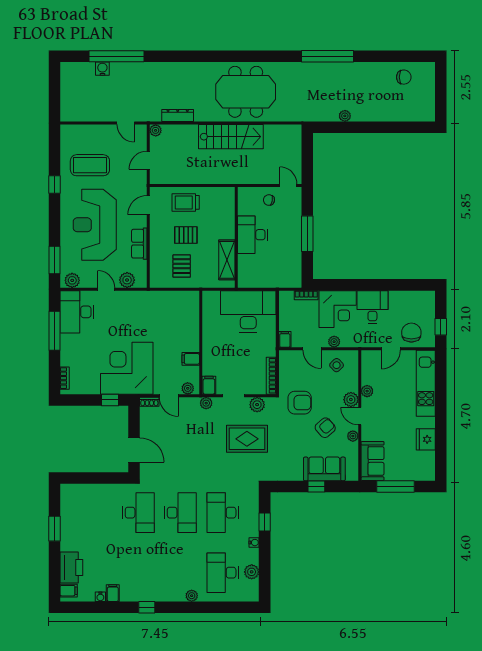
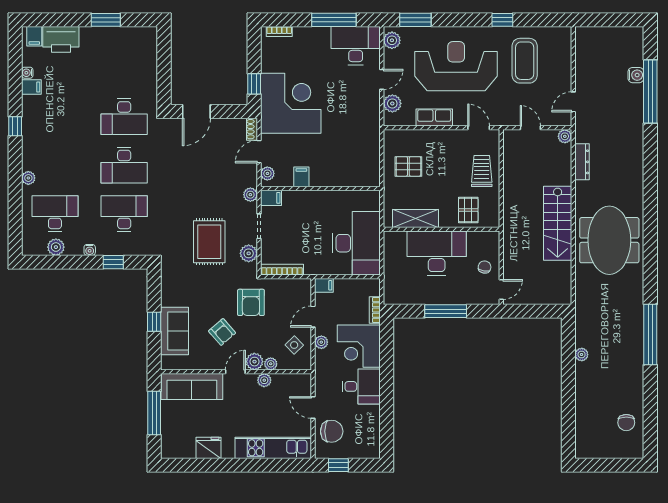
pallet: (186, 235) -> (468, 210), moved
desk: (252, 235) -> (437, 253), width x1.36, depth x1.30
plant: (353, 436) -> (271, 364), moved
sofa: (373, 461) -> (192, 387), width x1.36

